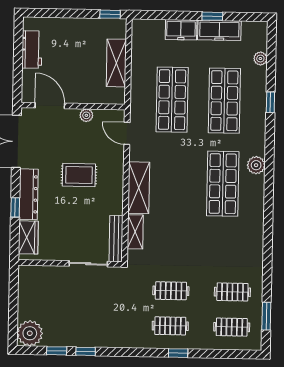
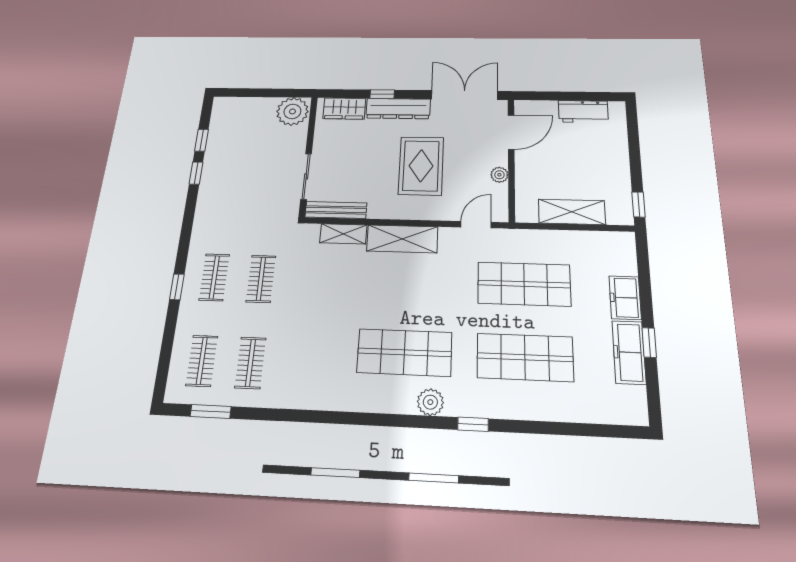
plant: (260, 59) -> (591, 413), removed
window: (270, 102) -> (473, 424), moved
rug: (79, 175) -> (421, 166), width x1.36, depth x1.43
plant: (30, 333) -> (292, 111), moved

